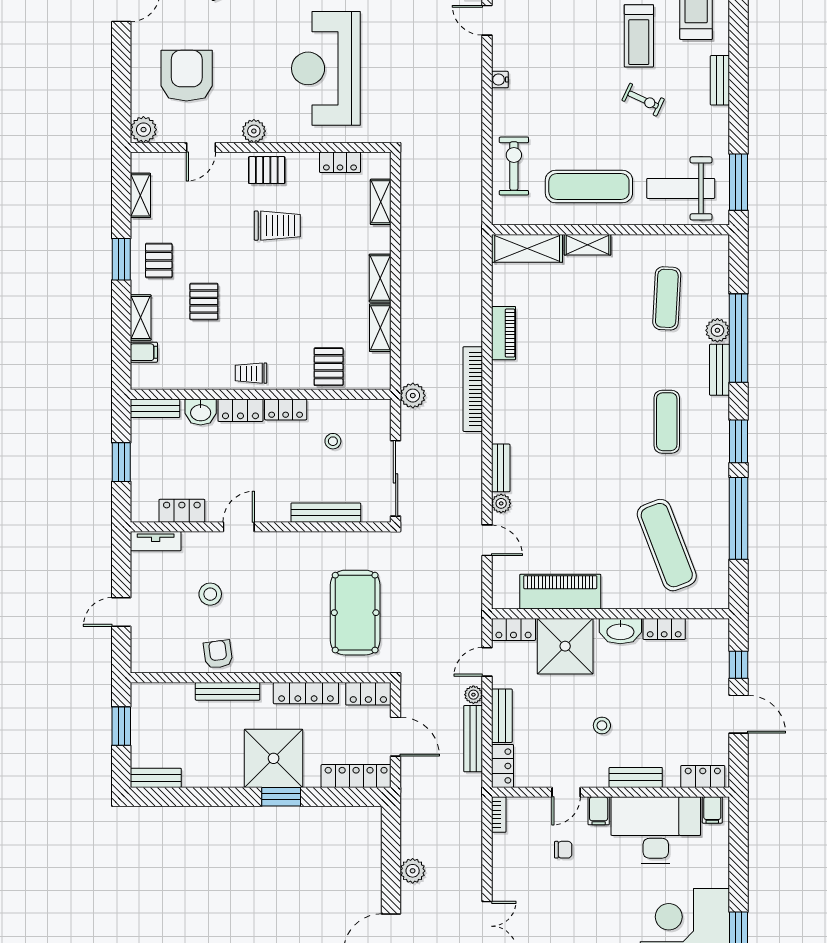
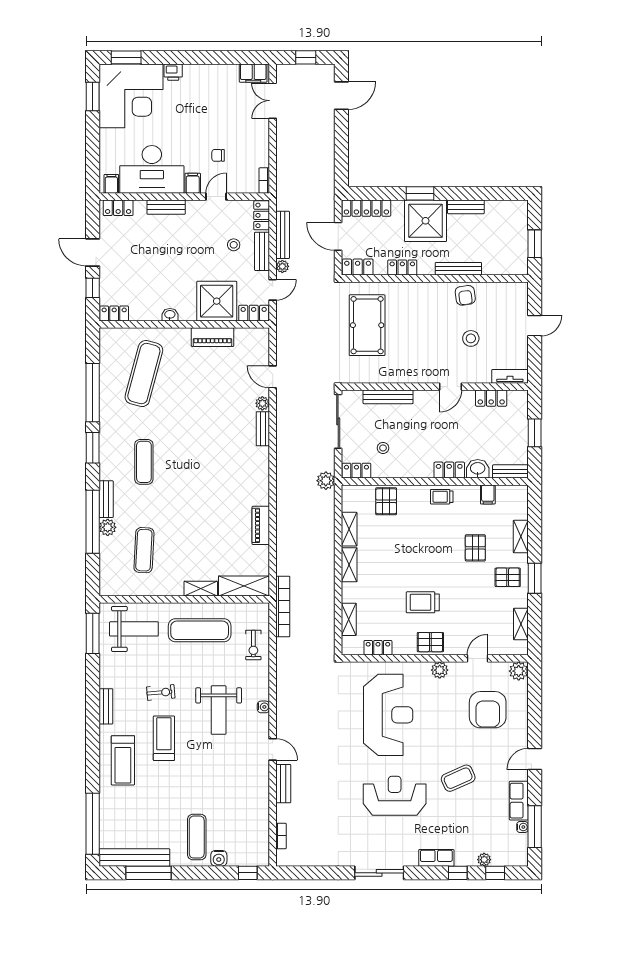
weight bench: (562, 75) -> (219, 710), added
exercise bike: (643, 100) -> (161, 692), turned 150
exercise bike: (514, 166) -> (253, 645), width x0.73, depth x0.72
pallet: (159, 261) -> (508, 577), turned 90
filing cabinet: (144, 352) -> (488, 494), moved, turned -90
trolley: (251, 373) -> (442, 497), turned 180
bookcase: (473, 389) -> (283, 606), moved
locker: (286, 409) -> (356, 471), moved
exercise mat: (667, 545) -> (144, 374), turned 36
piano: (560, 592) -> (212, 337), width x0.73, depth x0.75
locker: (664, 629) -> (114, 313), moved
washbasin: (620, 631) -> (170, 315), width x0.52, depth x0.69
locker: (306, 693) -> (402, 268), width x0.66
stool: (602, 725) -> (234, 245), moved
bench: (156, 778) -> (466, 207), moved
plant: (413, 871) -> (326, 140), removed

